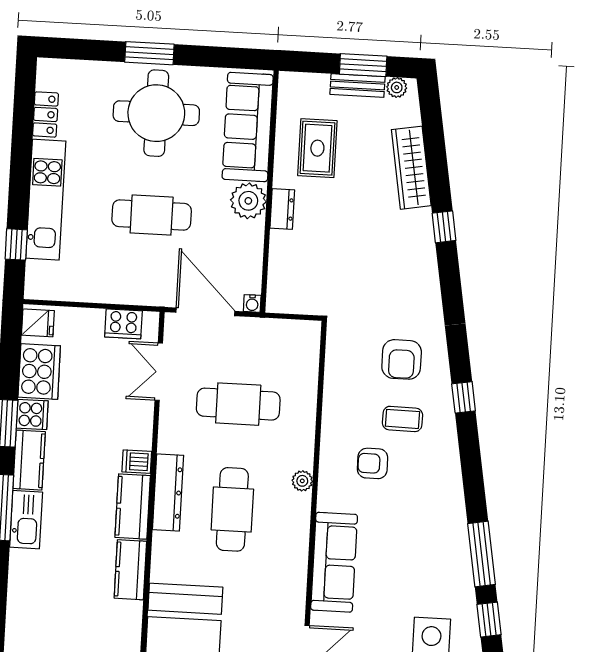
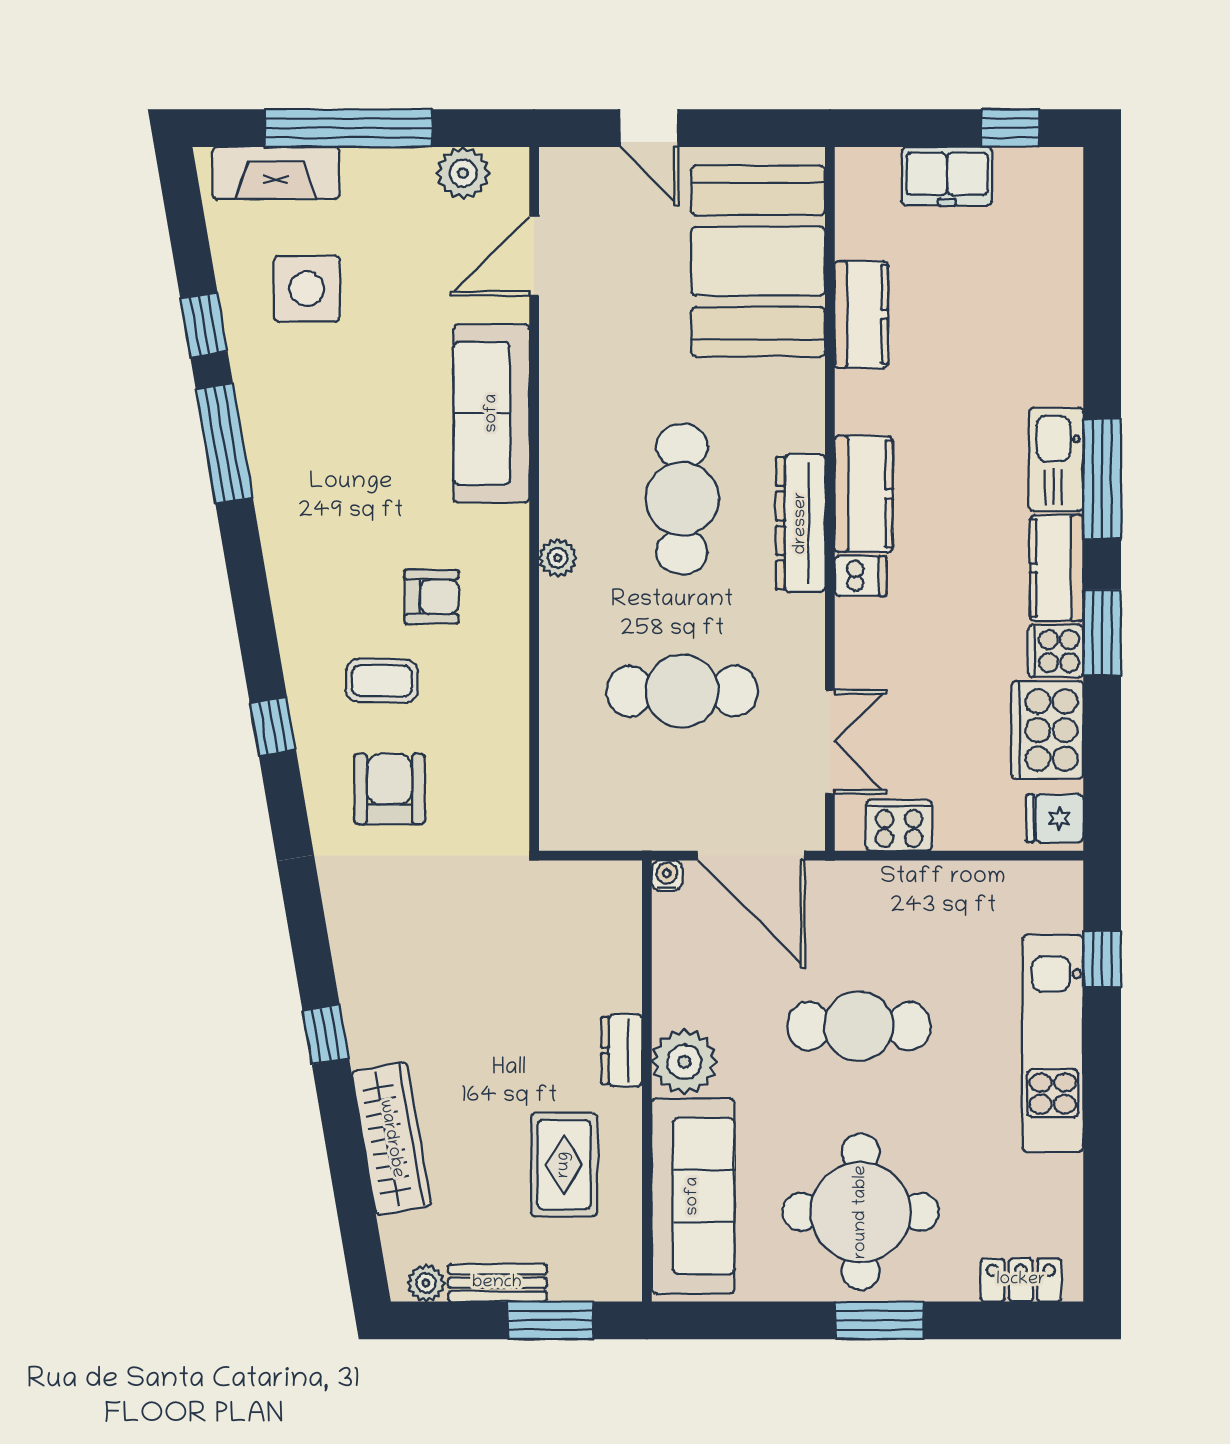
window: (363, 65) -> (551, 1320), moved
locker: (46, 114) -> (1021, 1280), moved, turned 90
kitchen counter: (130, 570) -> (861, 314), moved

